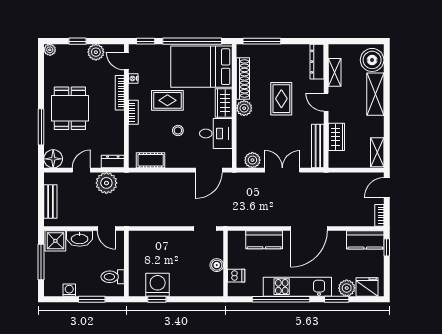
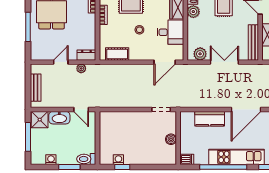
floor lamp: (53, 159) -> (38, 53), removed
plant: (106, 183) -> (81, 68), width x0.53, depth x0.53
dishwasher: (236, 276) -> (187, 159), moved
toilet: (113, 277) -> (86, 159), moved
washing machine: (158, 285) -> (118, 160), width x0.53, depth x0.53

